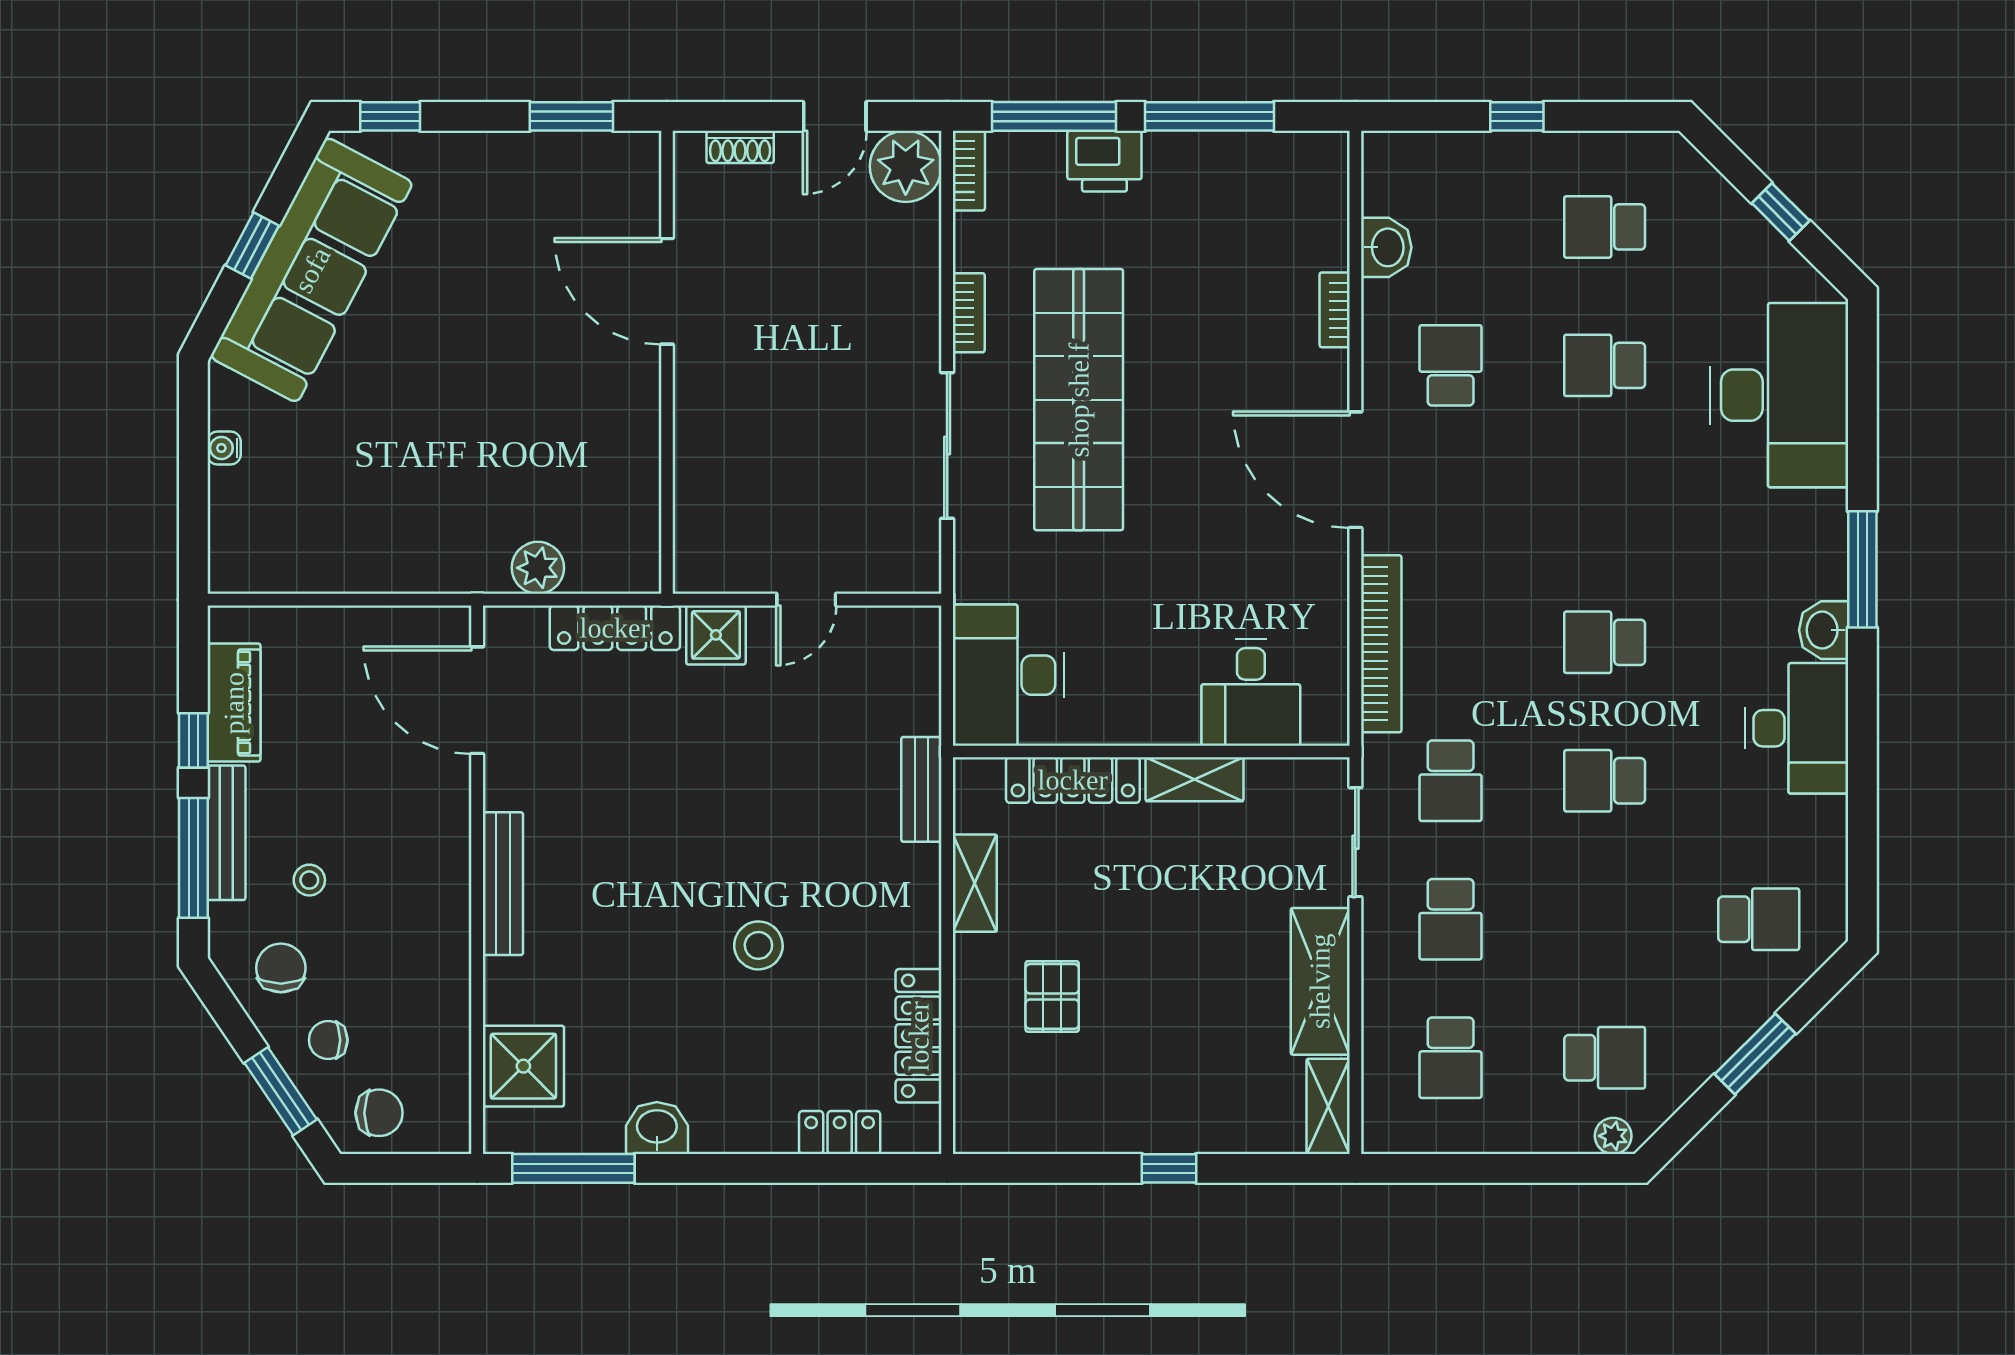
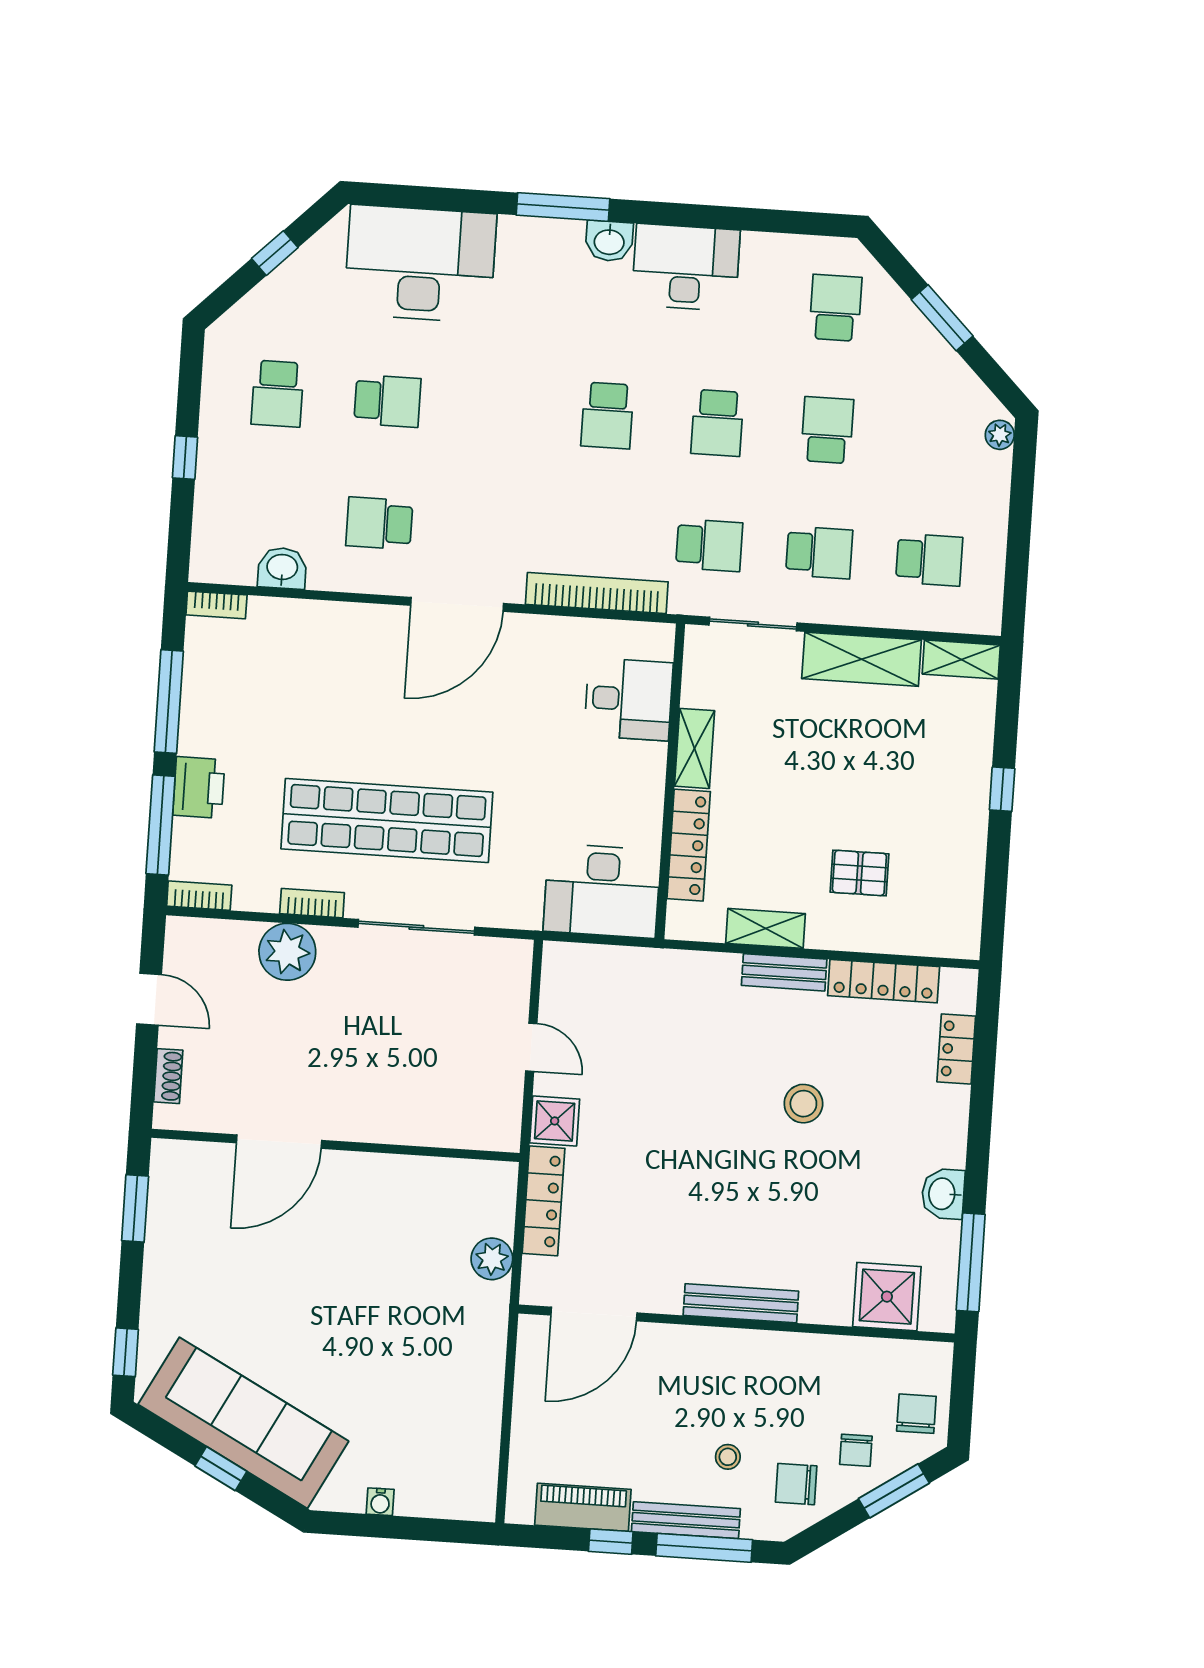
plant: (906, 166) -> (287, 952), moved
bookcase: (1335, 310) -> (216, 605), moved
school desk: (1605, 365) -> (387, 401), turned -90
bench: (921, 789) -> (784, 972), moved
school desk: (1605, 1058) -> (827, 430), moved

